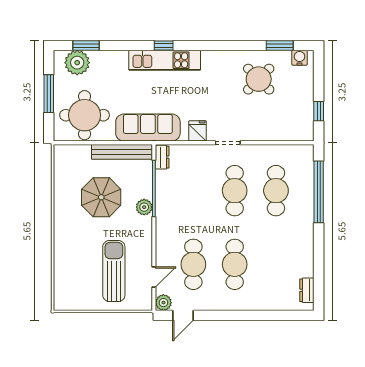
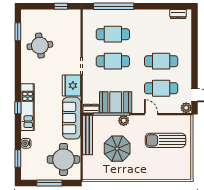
water cooler: (300, 58) -> (26, 143), moved
plant: (77, 63) -> (29, 164), removed
round table: (259, 79) -> (40, 46), turned 38
fridge: (198, 131) -> (71, 86), width x1.88, depth x1.34
booth: (172, 195) -> (116, 102), added
door: (154, 277) -> (151, 114), moved

